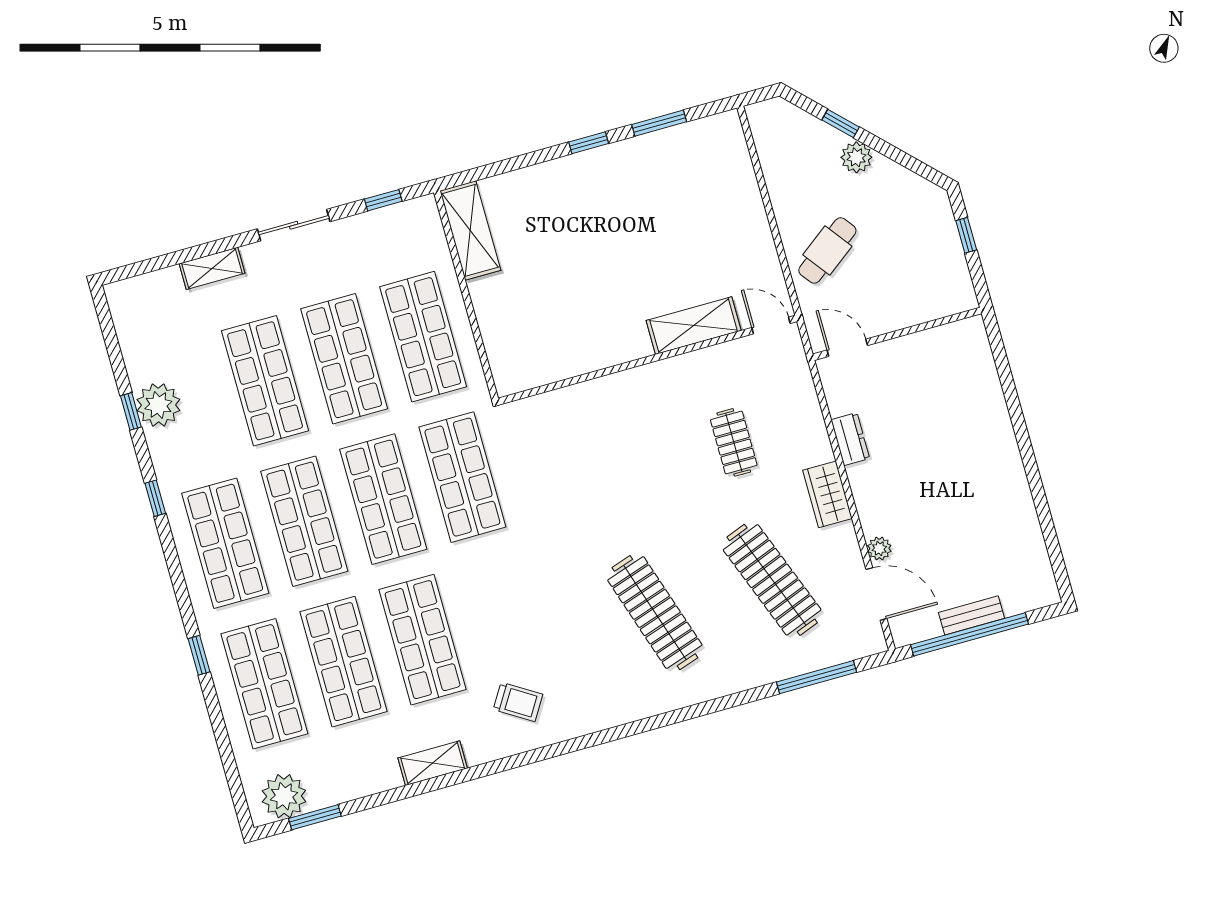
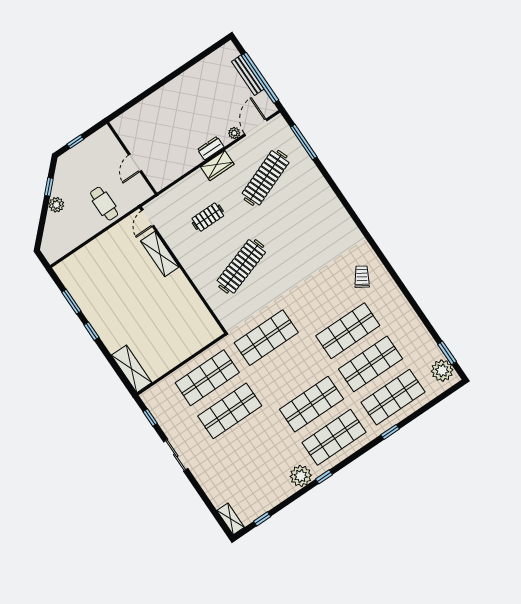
window: (841, 123) -> (49, 187), moved
shelving: (470, 230) -> (132, 369), moved, turned 90
cafe table: (827, 250) -> (104, 204), turned 37
shelving: (212, 268) -> (231, 519), moved
door: (847, 348) -> (135, 163), moved
shop shelf: (265, 381) -> (252, 444), removed
plant: (158, 405) -> (301, 476), moved
window: (131, 411) -> (262, 519), moved
dresser: (850, 439) -> (211, 148), moved
shop shelf: (383, 499) -> (289, 371), removed
clothes rail: (655, 613) -> (241, 266), moved
bench: (971, 615) -> (248, 75), width x1.36
shelving: (433, 763) -> (404, 307), removed

